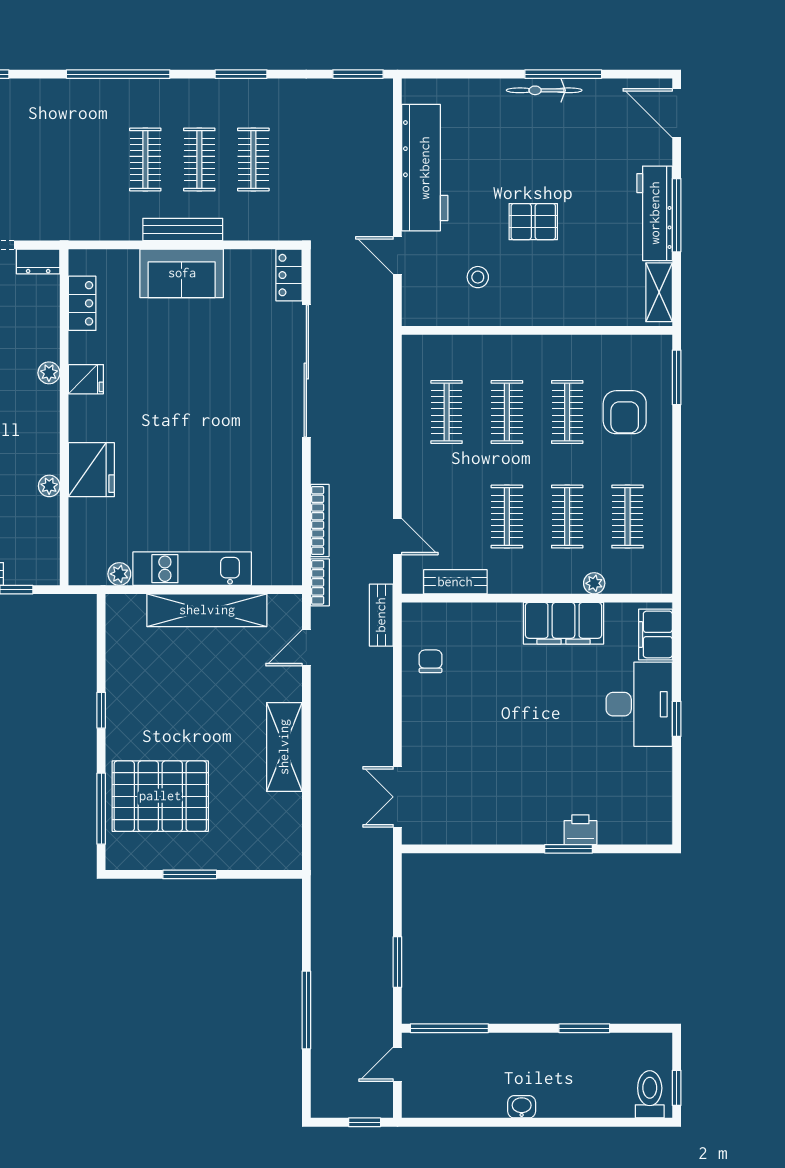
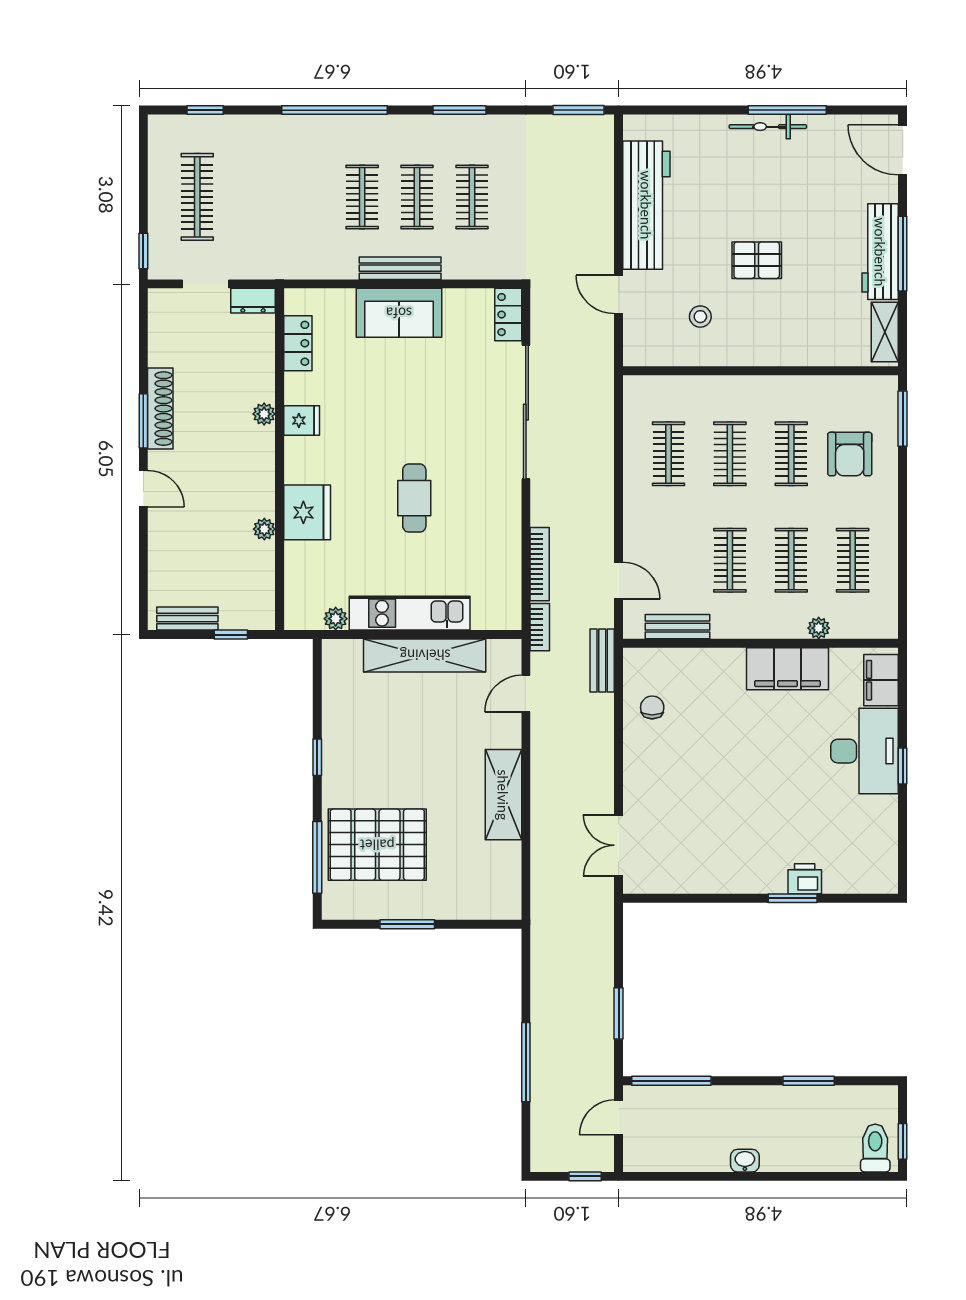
cafe table: (197, 455) -> (414, 498), added

